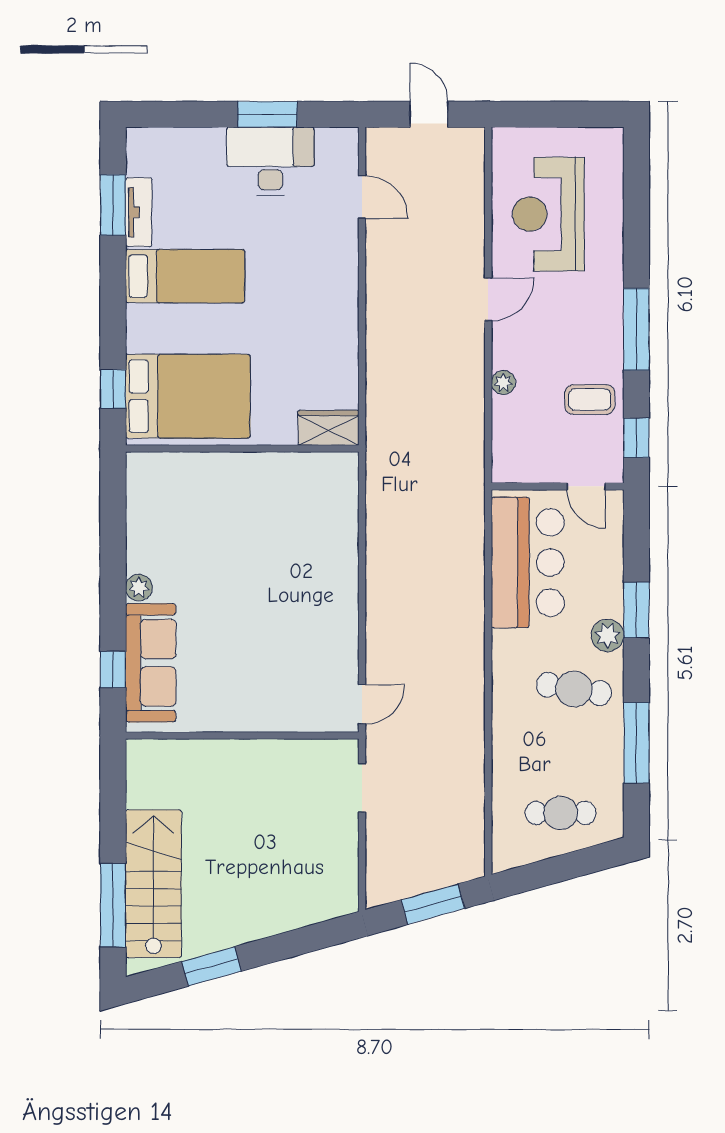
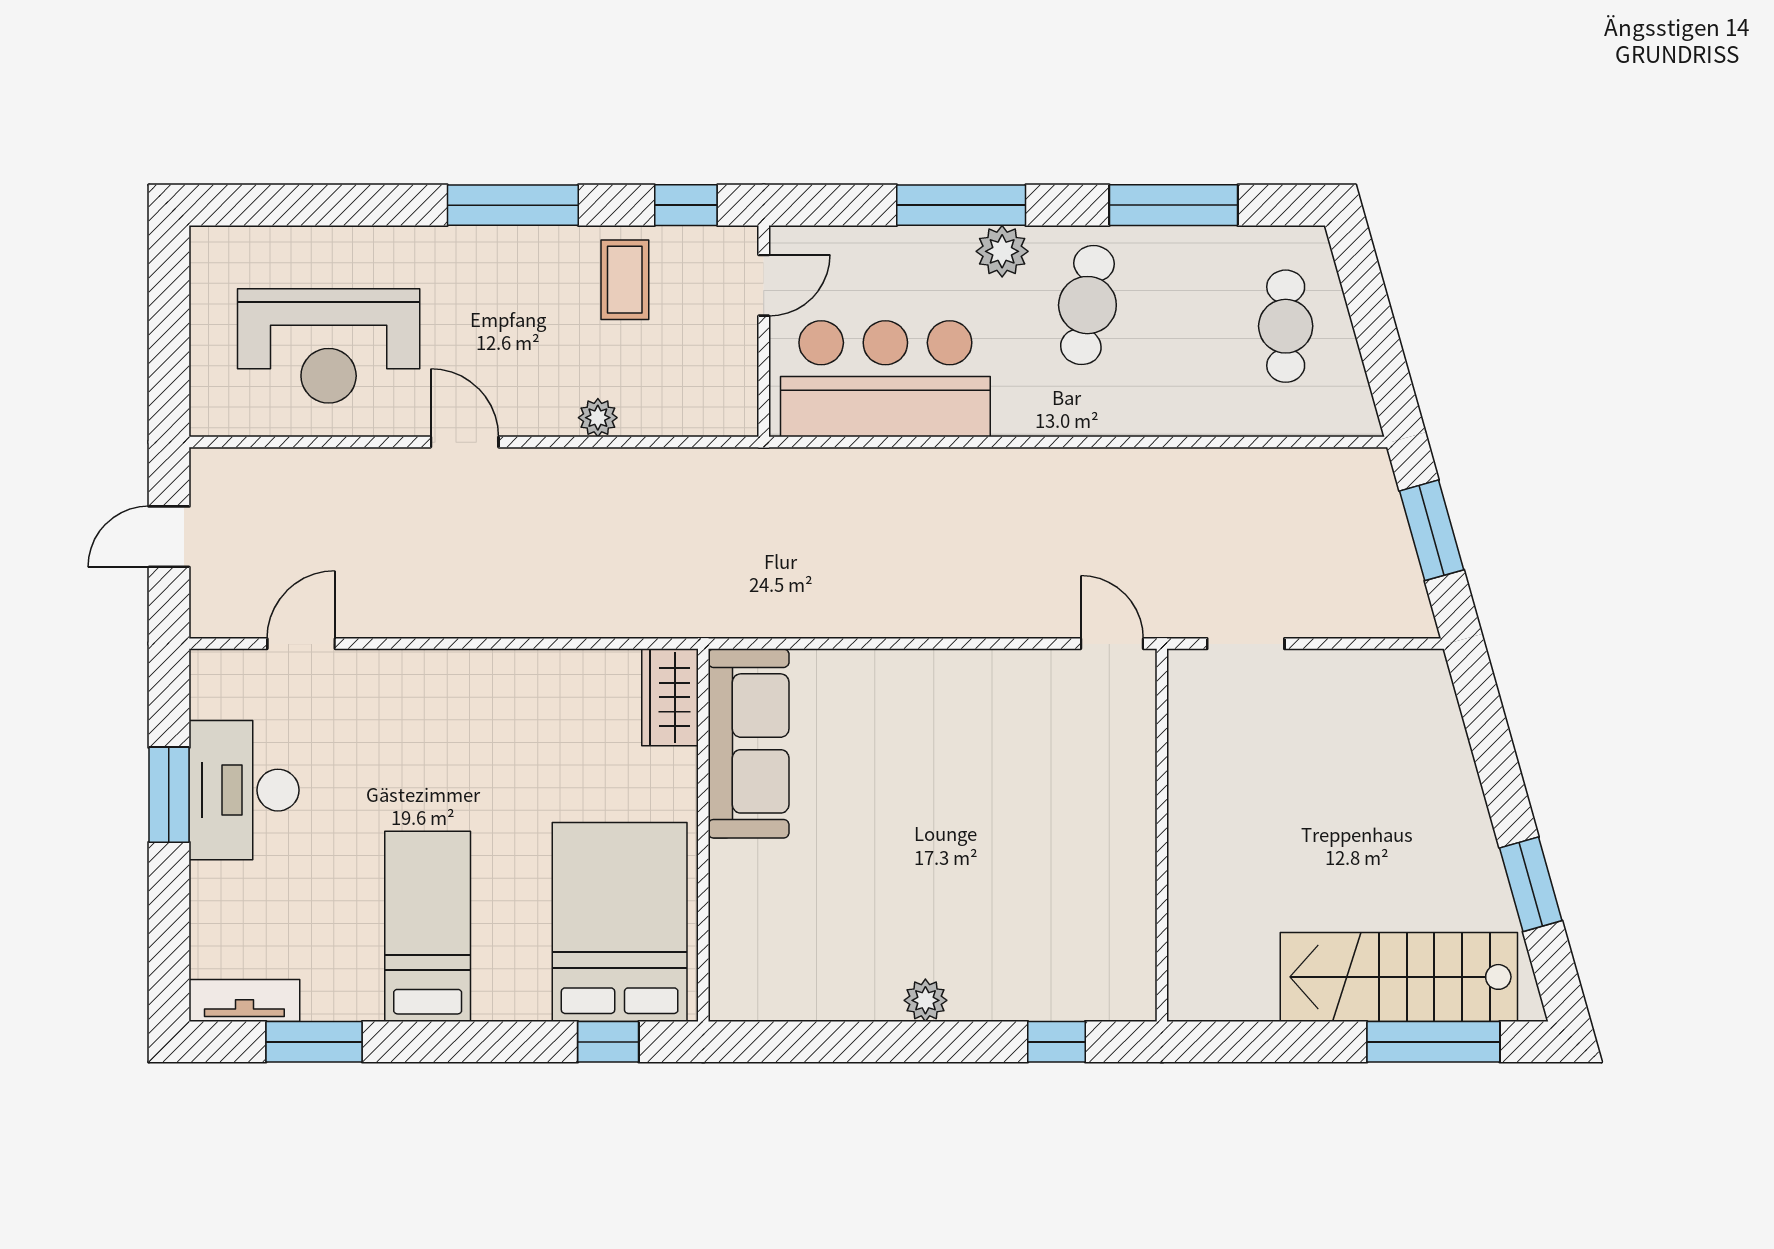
tv unit: (139, 212) -> (244, 1001), moved
window: (636, 610) -> (961, 205), width x1.44
sofa: (151, 663) -> (749, 743), moved, turned 90

